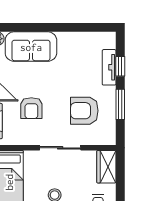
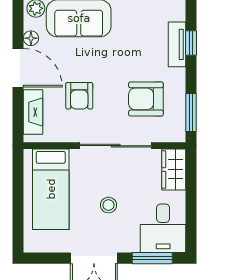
window: (120, 104) -> (191, 113), moved
sliding door: (60, 148) -> (116, 146), width x1.37

